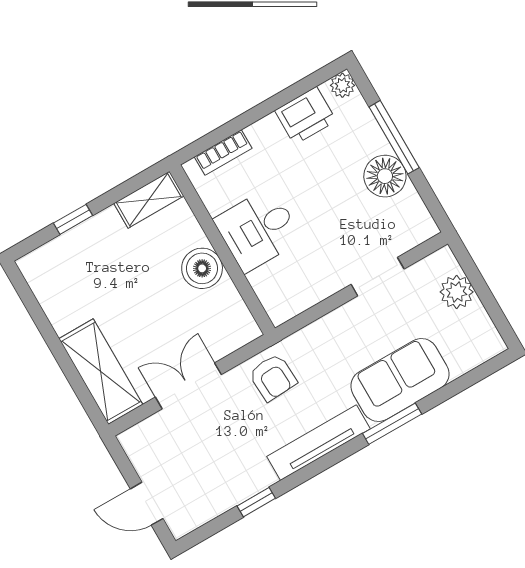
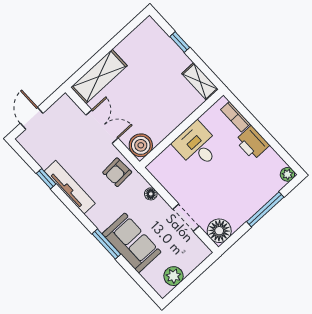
printer: (305, 116) -> (252, 143), moved
floor lamp: (385, 176) -> (219, 231), moved
boiler: (202, 268) -> (141, 145), moved
plant: (457, 292) -> (173, 276), moved
floor lamp: (323, 328) -> (151, 194), added
tv unit: (319, 443) -> (70, 187), moved

